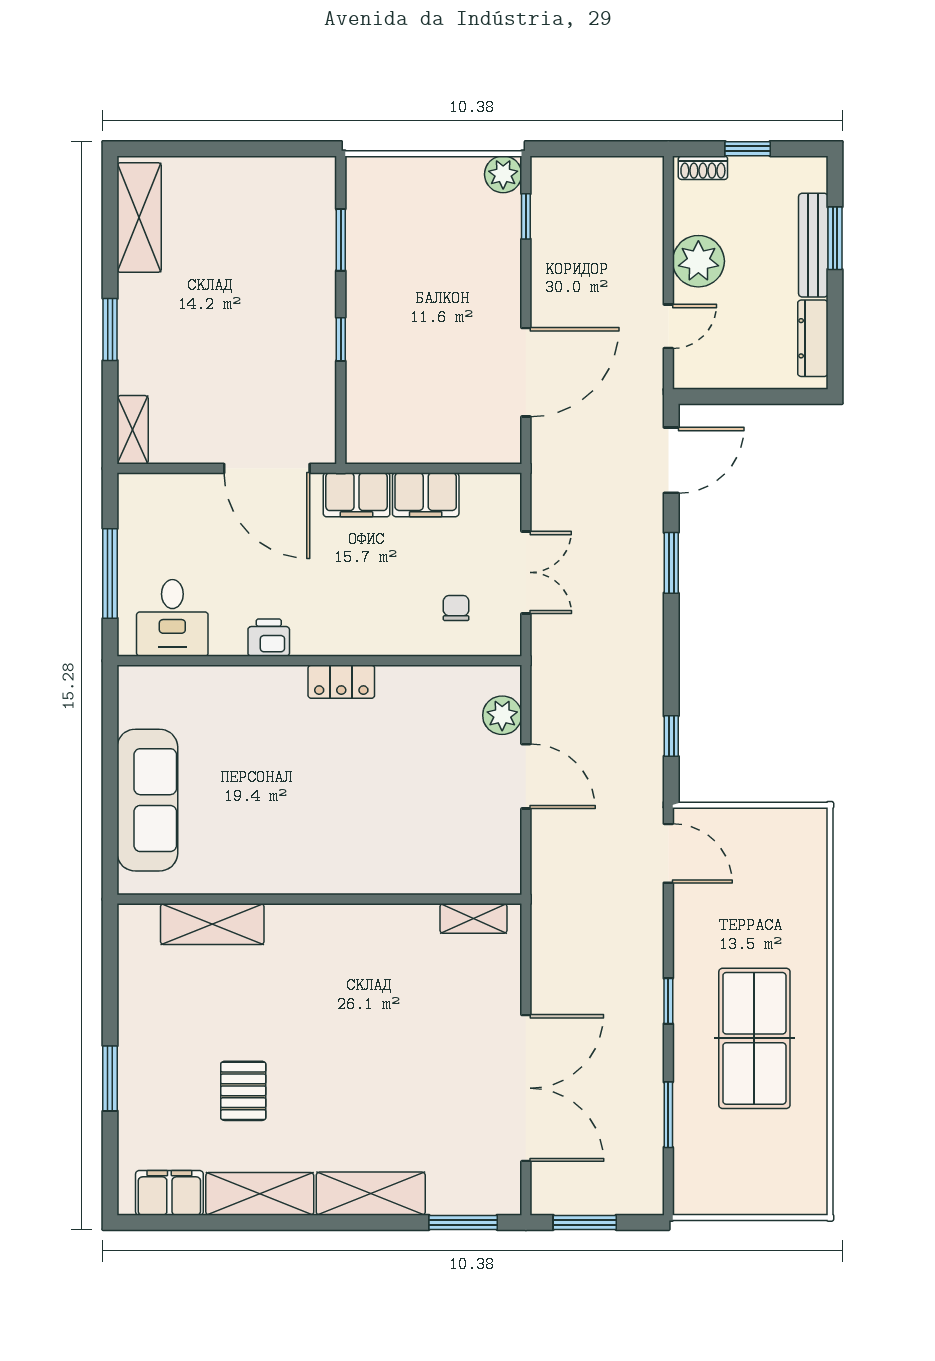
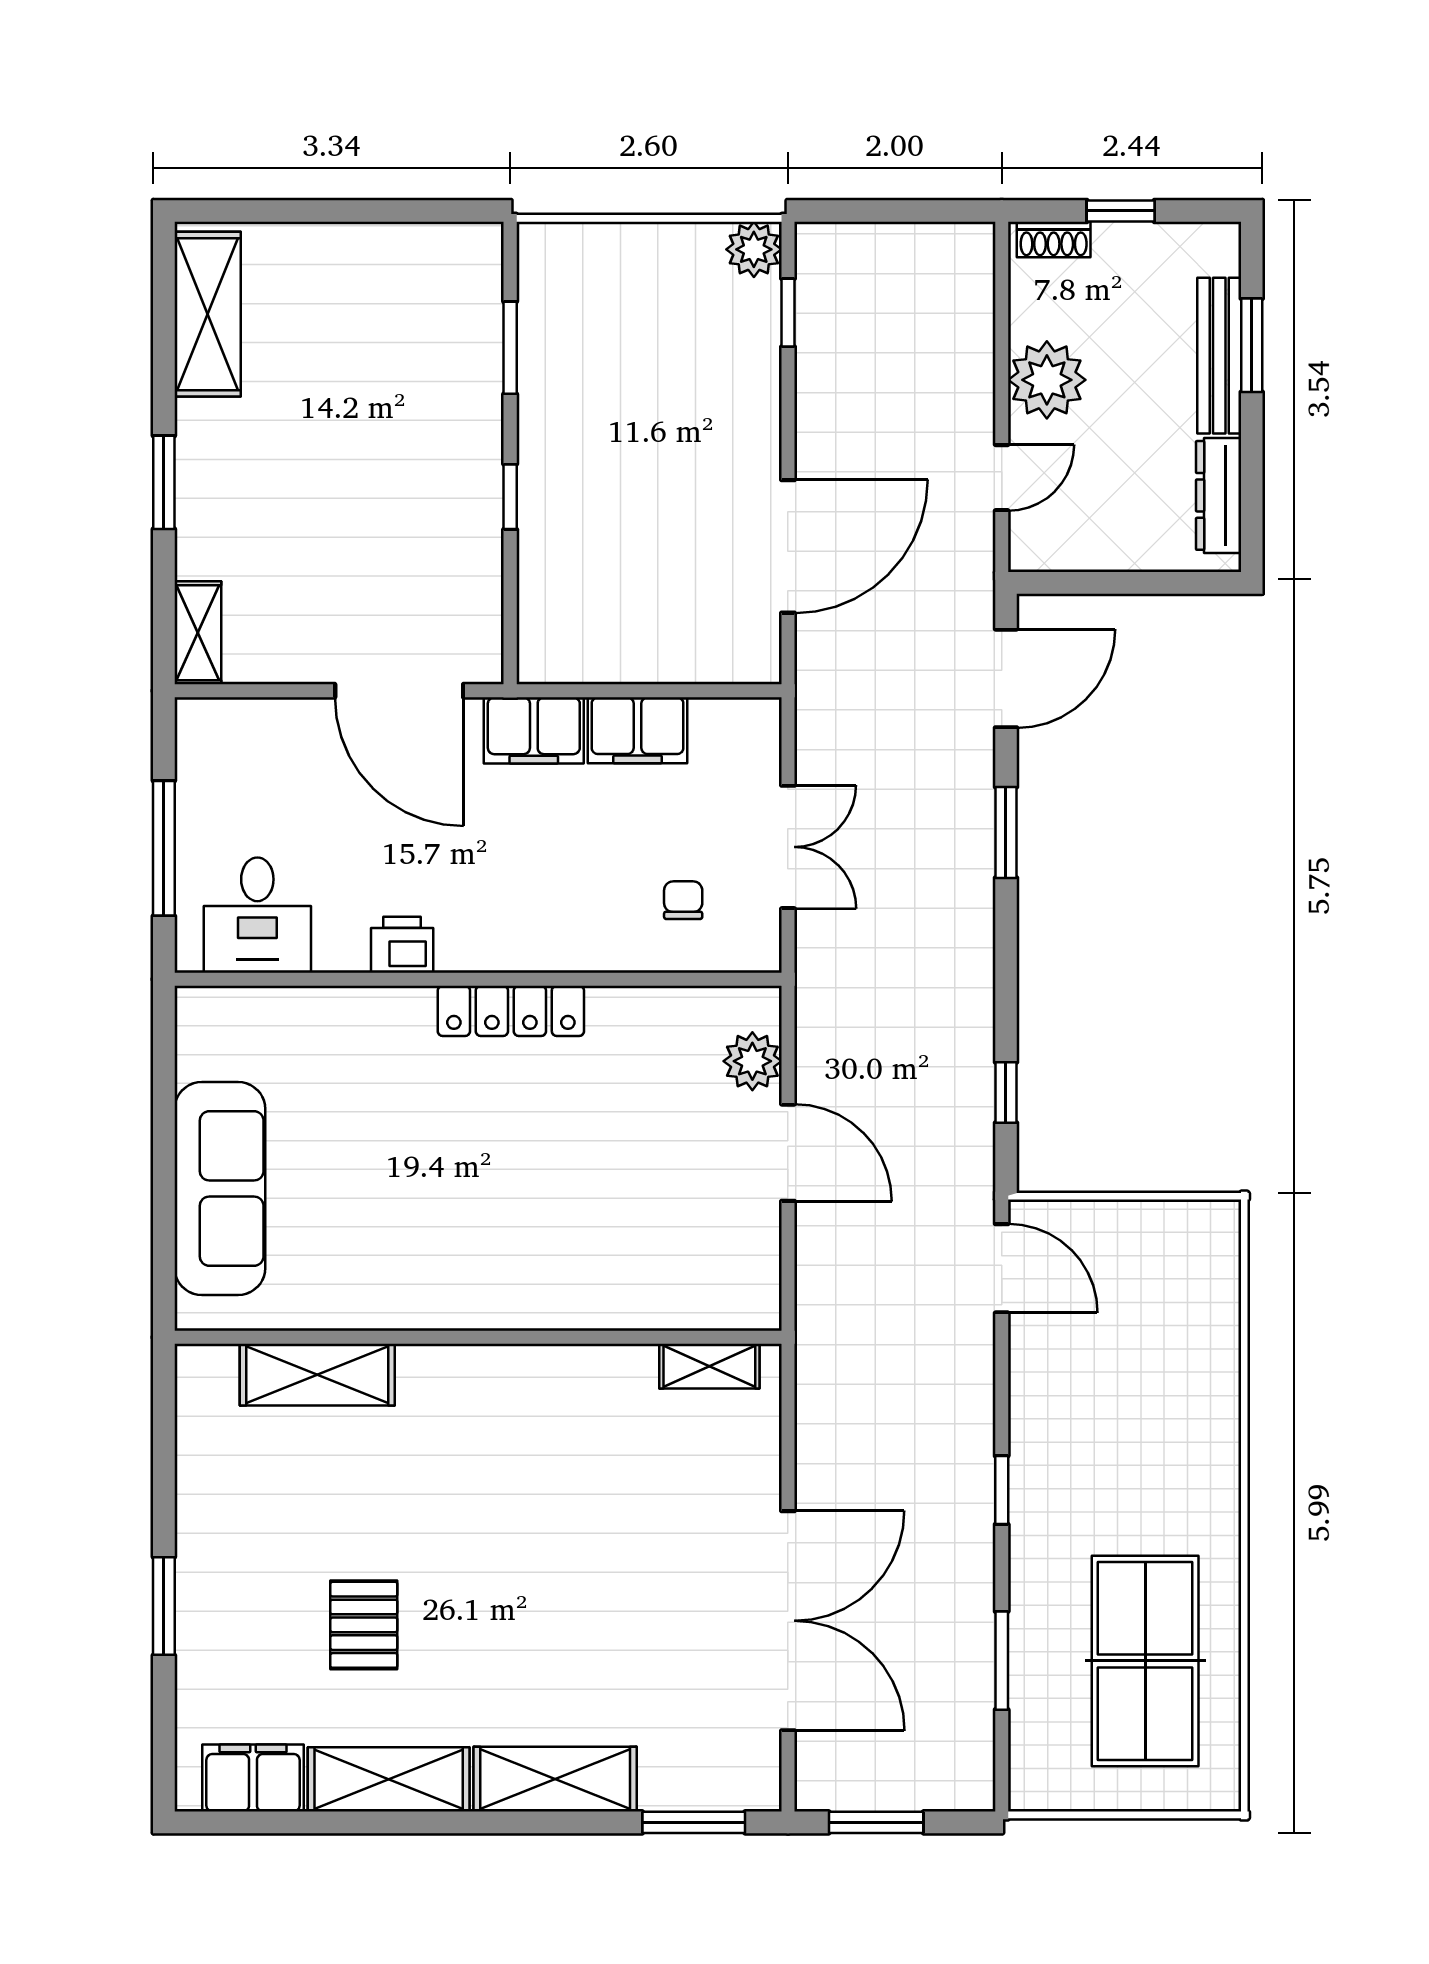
locker: (341, 682) -> (511, 1011), width x1.53
table tennis table: (754, 1038) -> (1145, 1661), moved

